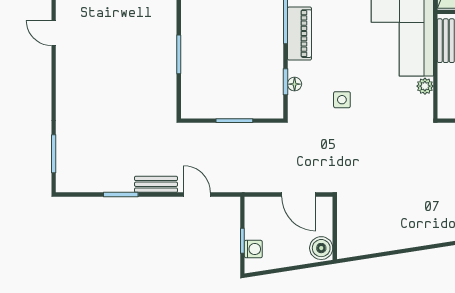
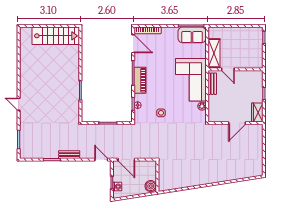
door: (54, 33) -> (19, 104), moved
door: (197, 194) -> (101, 160), moved
door: (299, 194) -> (126, 160), moved

